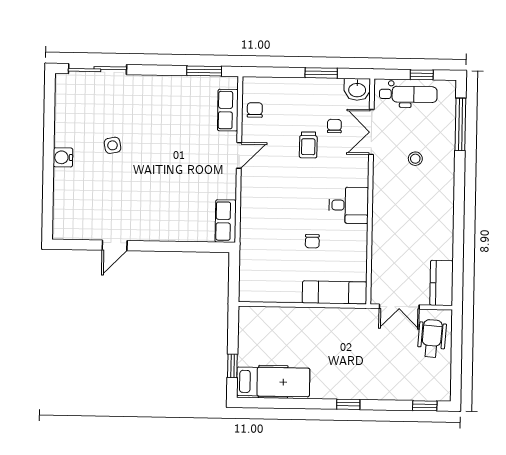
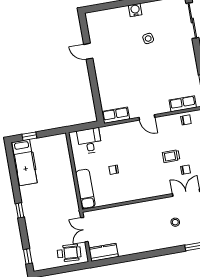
door: (239, 155) -> (147, 117), moved
desk: (349, 205) -> (89, 141), moved, turned 180

